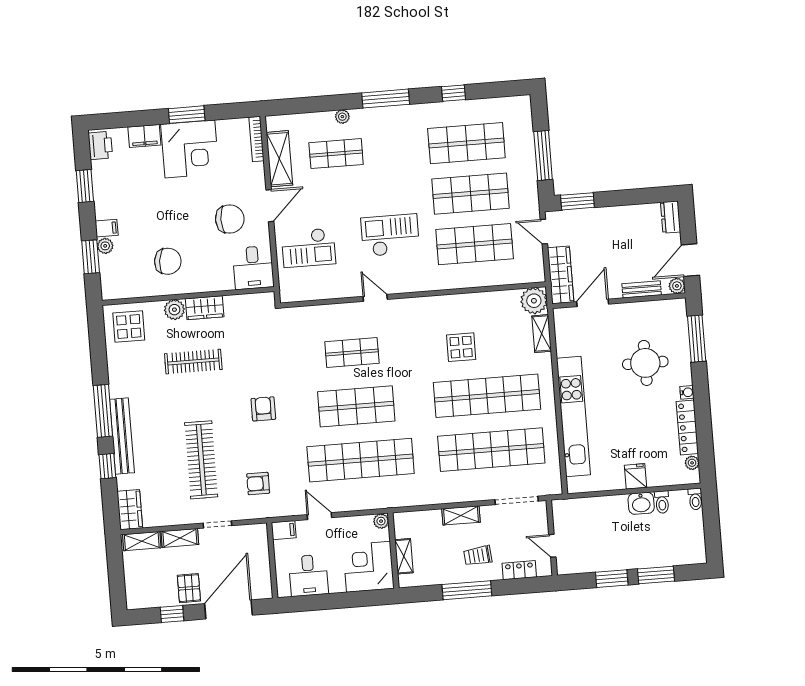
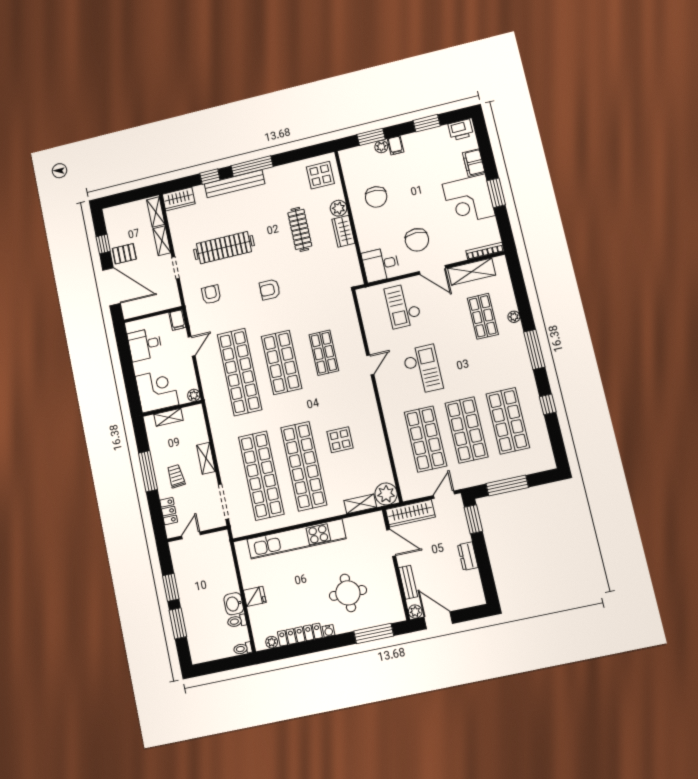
dresser: (670, 217) -> (468, 556), moved, turned -90
armchair: (263, 409) -> (270, 290), turned 180

